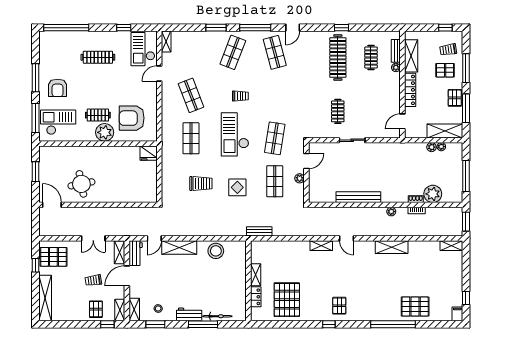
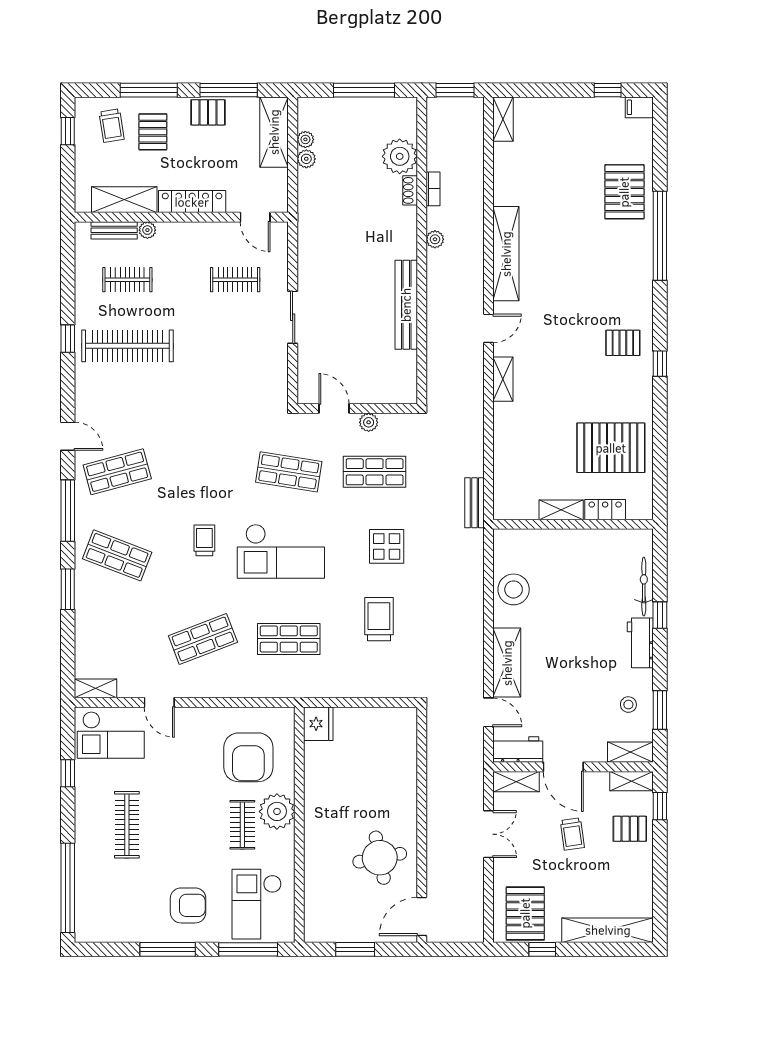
clothes rail: (338, 111) -> (235, 280), moved
shelving: (392, 247) -> (506, 254), width x1.47
window: (203, 324) -> (660, 615), width x0.46

